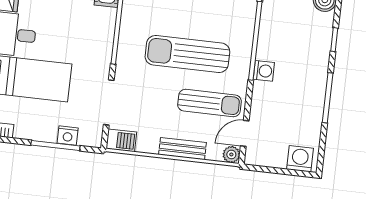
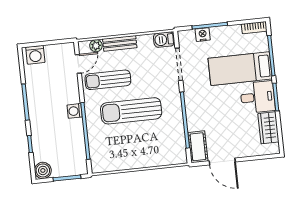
sun lounger: (187, 54) -> (131, 111), turned 180
plant: (231, 154) -> (96, 46), moved

